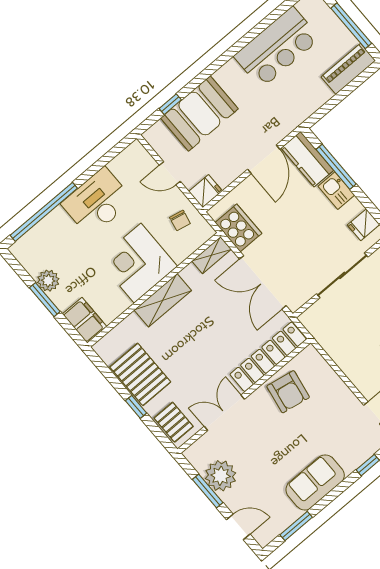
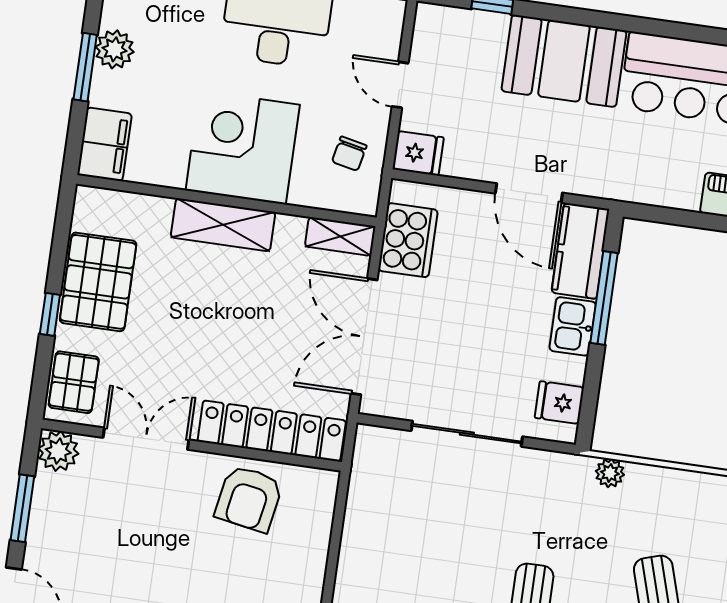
booth: (199, 113) -> (564, 61), moved
door: (264, 159) -> (529, 193), hinge flipped
plant: (221, 476) -> (58, 451), moved, width x0.73, depth x0.73

